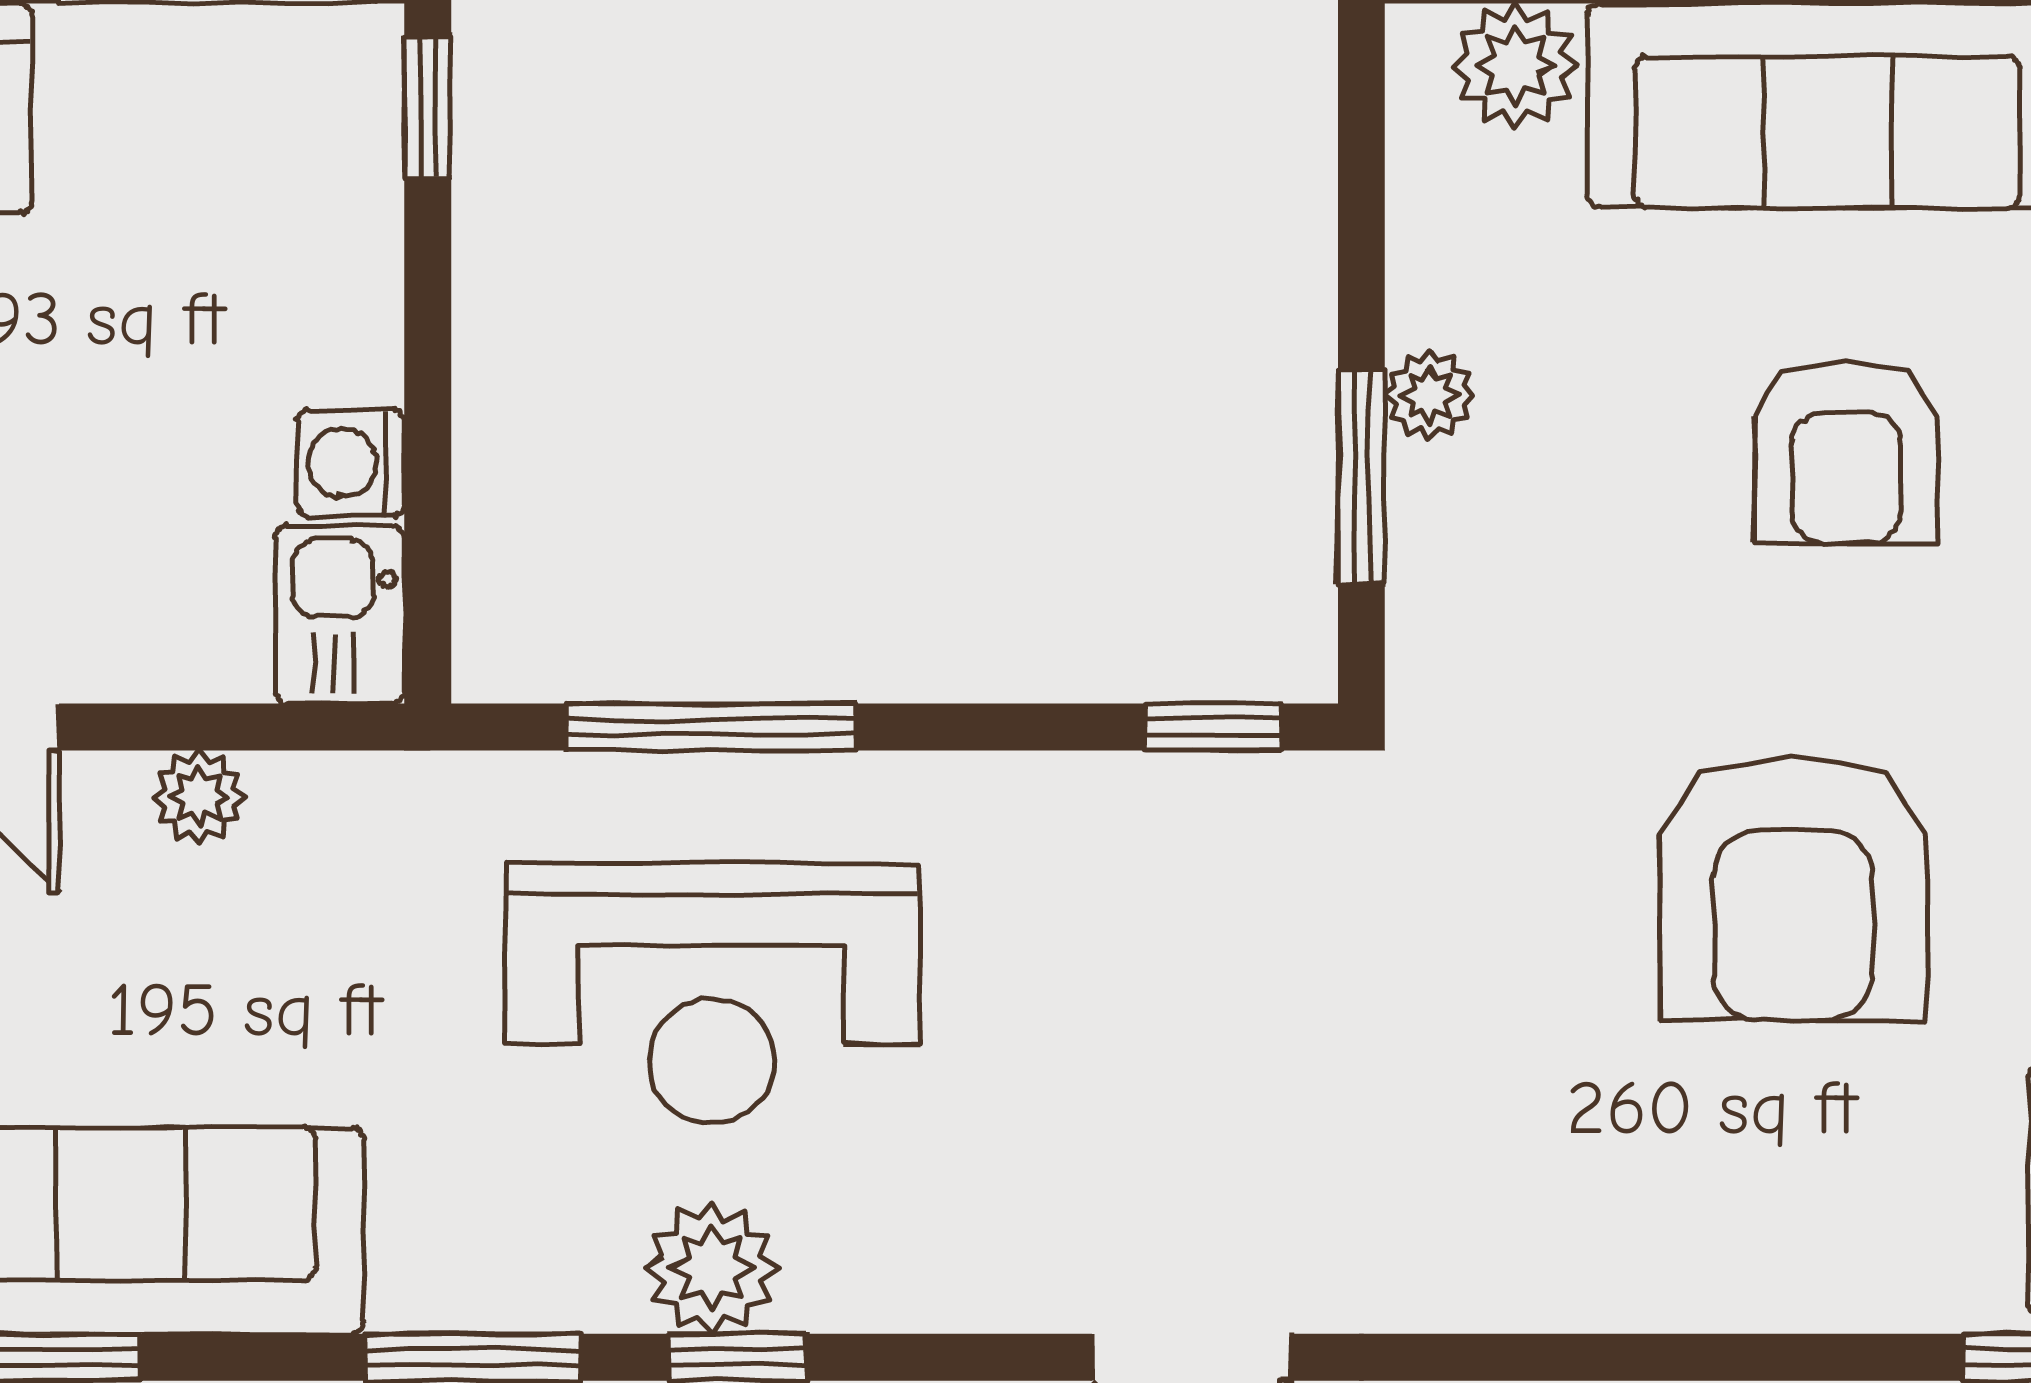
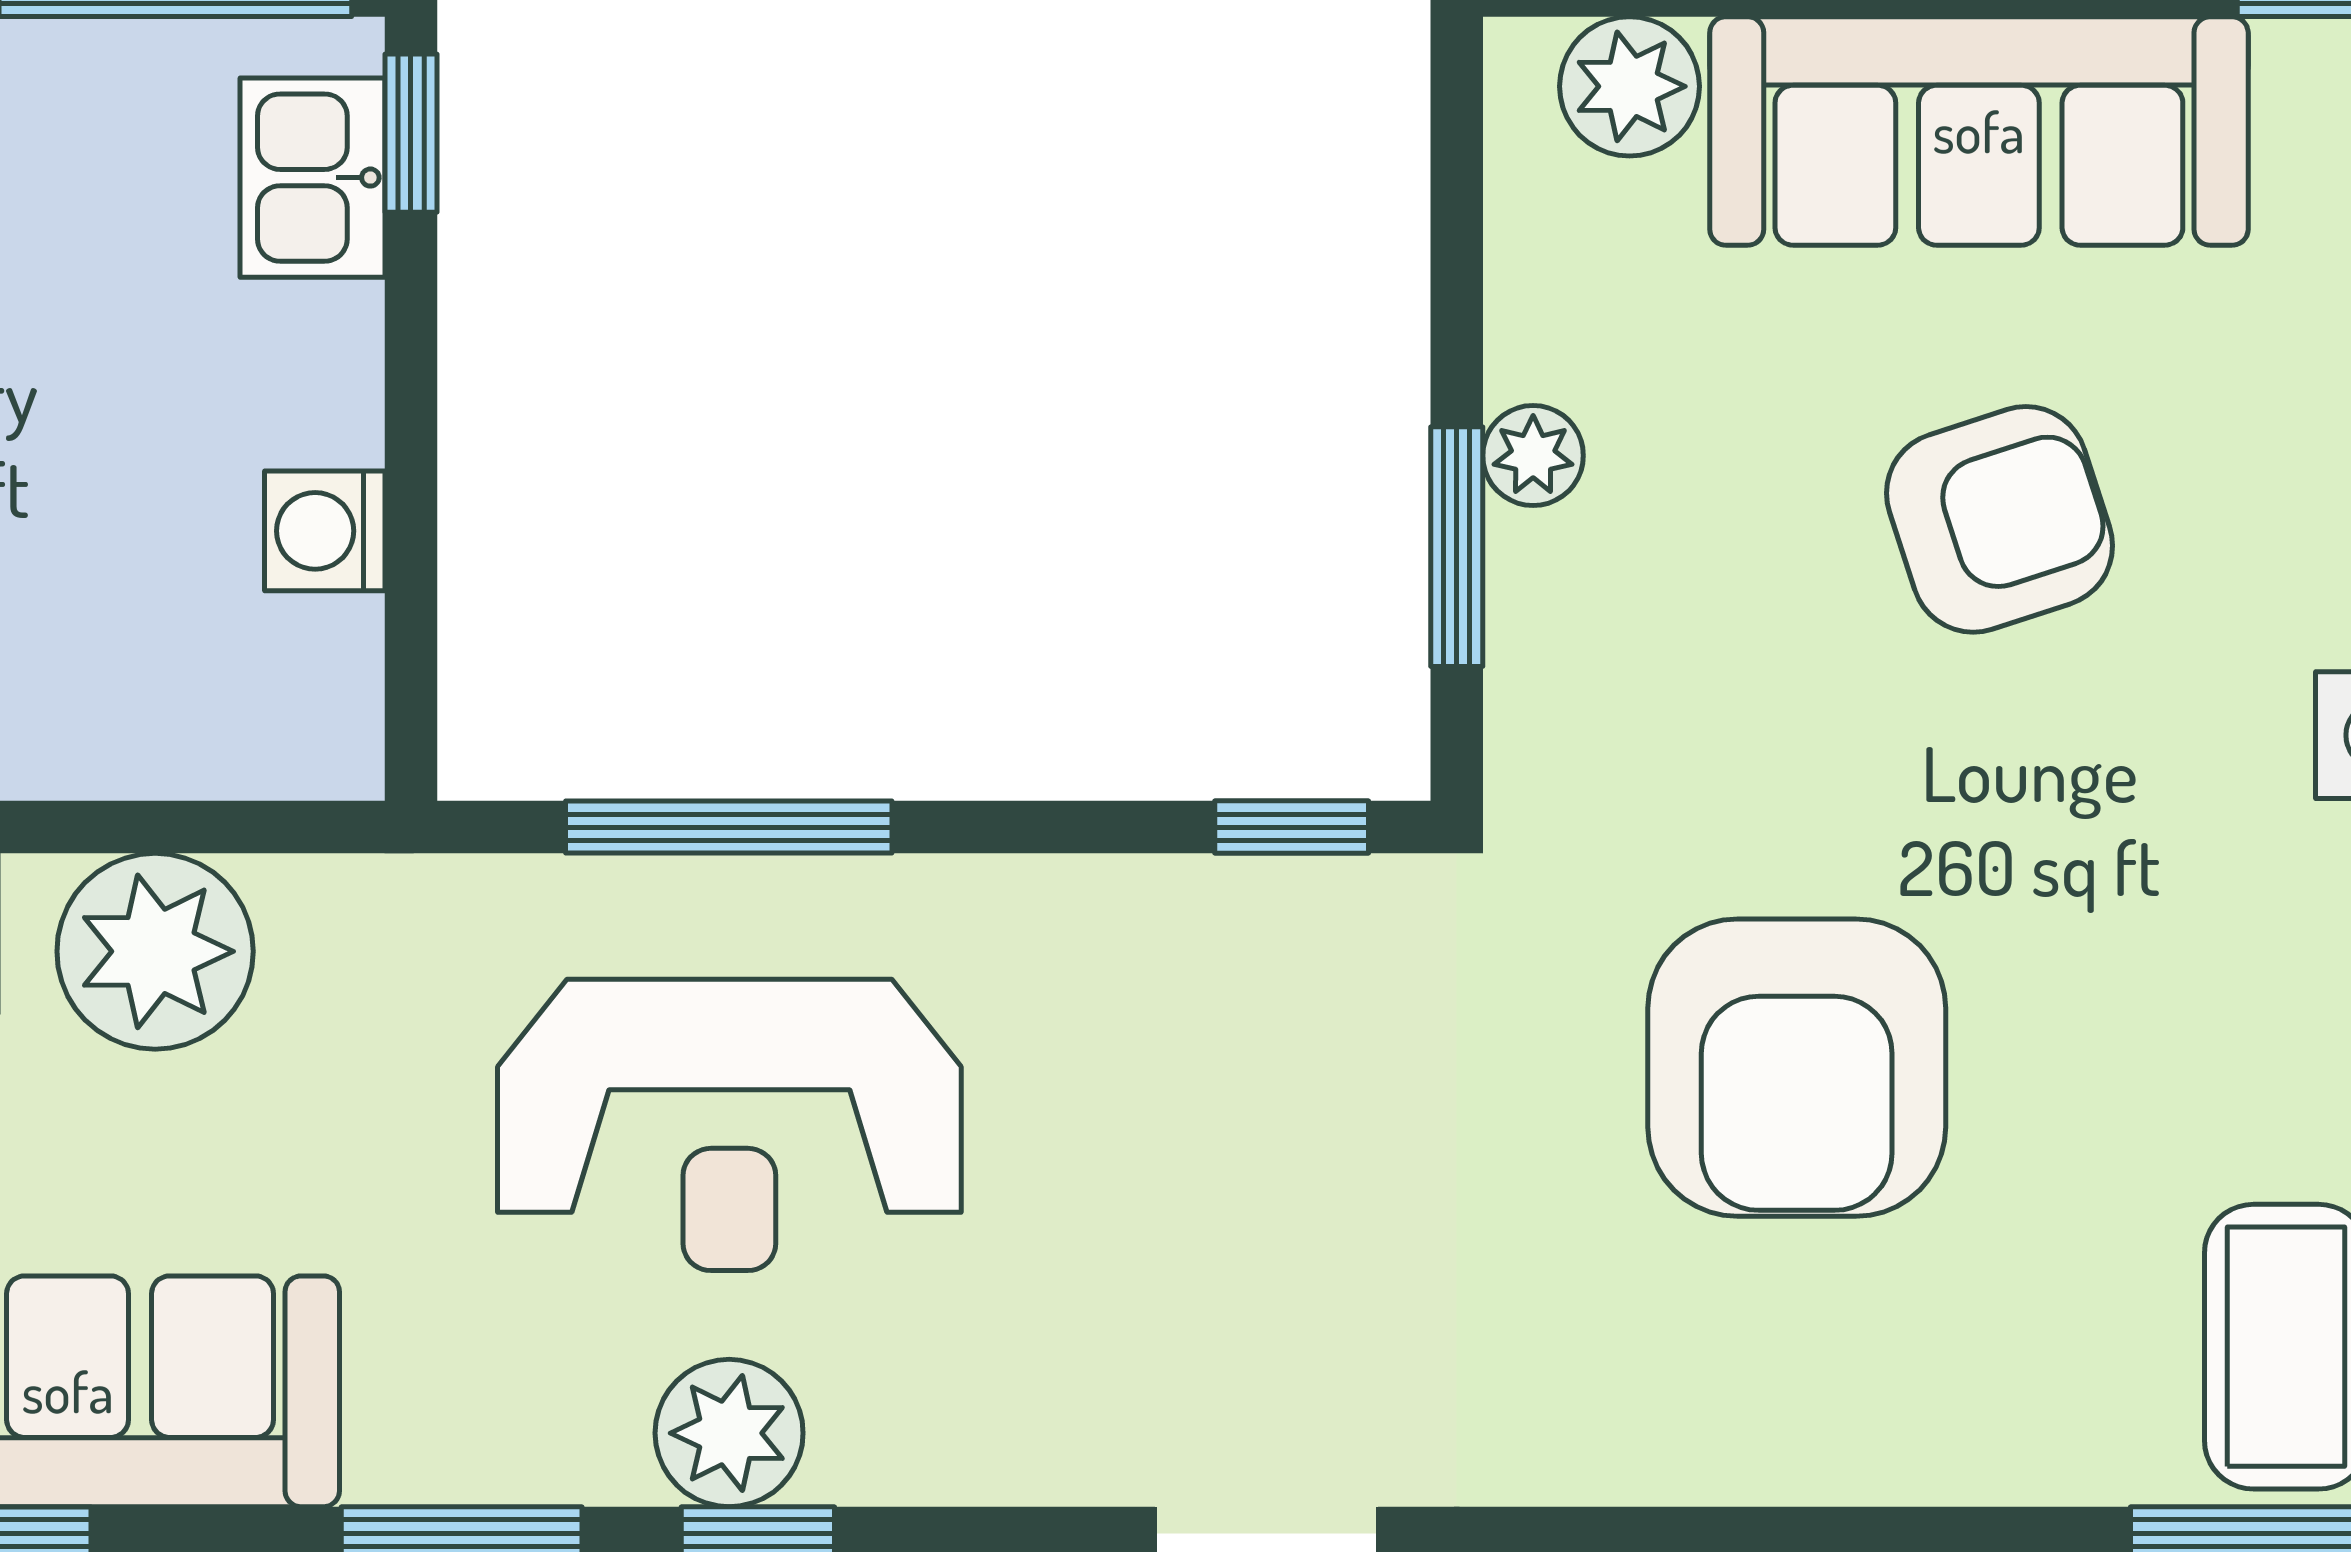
armchair: (1846, 452) -> (2000, 519), turned -108
kitchen sink: (340, 615) -> (312, 178), moved
plant: (199, 797) -> (155, 951), width x1.88, depth x1.88
armchair: (1793, 888) -> (1797, 1068), moved

